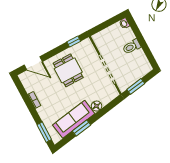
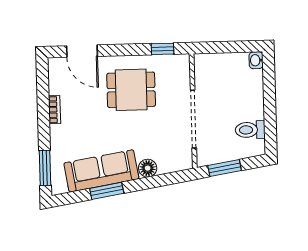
toilet: (132, 47) -> (250, 130), moved
dining table: (68, 70) -> (131, 90), turned 90

